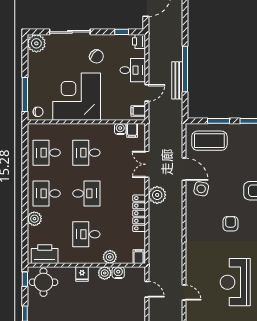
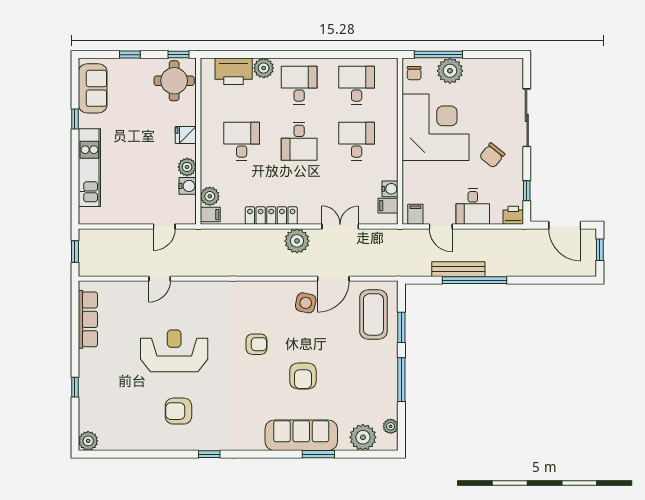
plant: (36, 43) -> (450, 71), moved
printer: (45, 254) -> (234, 71), moved, turned 90
plant: (110, 257) -> (210, 196), moved

